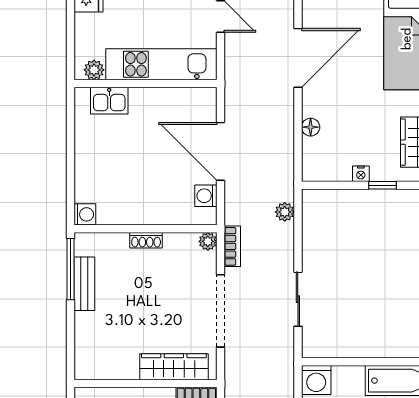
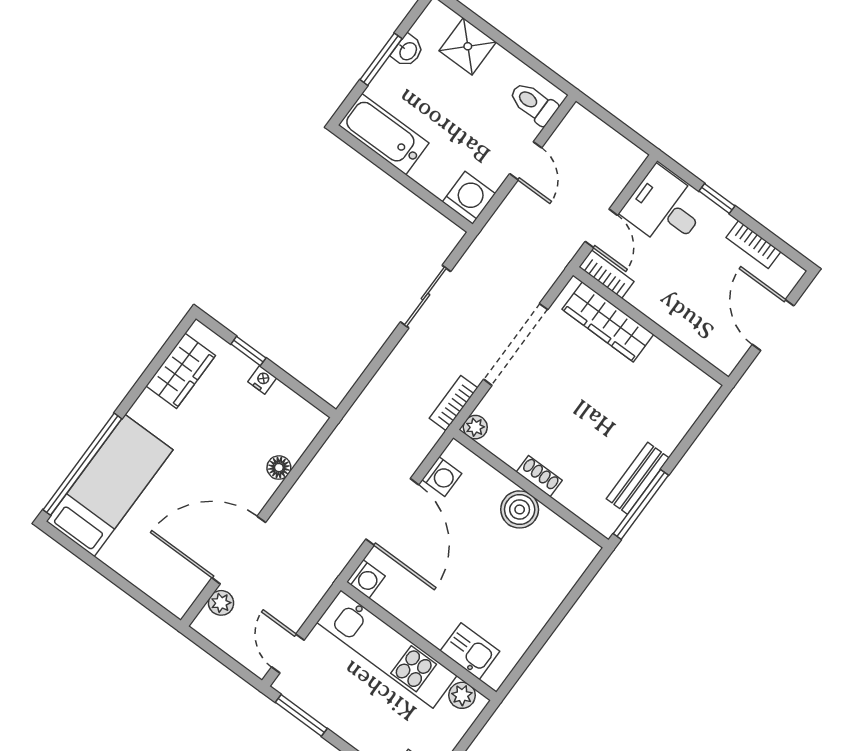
boiler: (143, 211) -> (520, 509), added
plant: (285, 212) -> (221, 603), moved
washing machine: (85, 214) -> (366, 579), moved, turned 180

